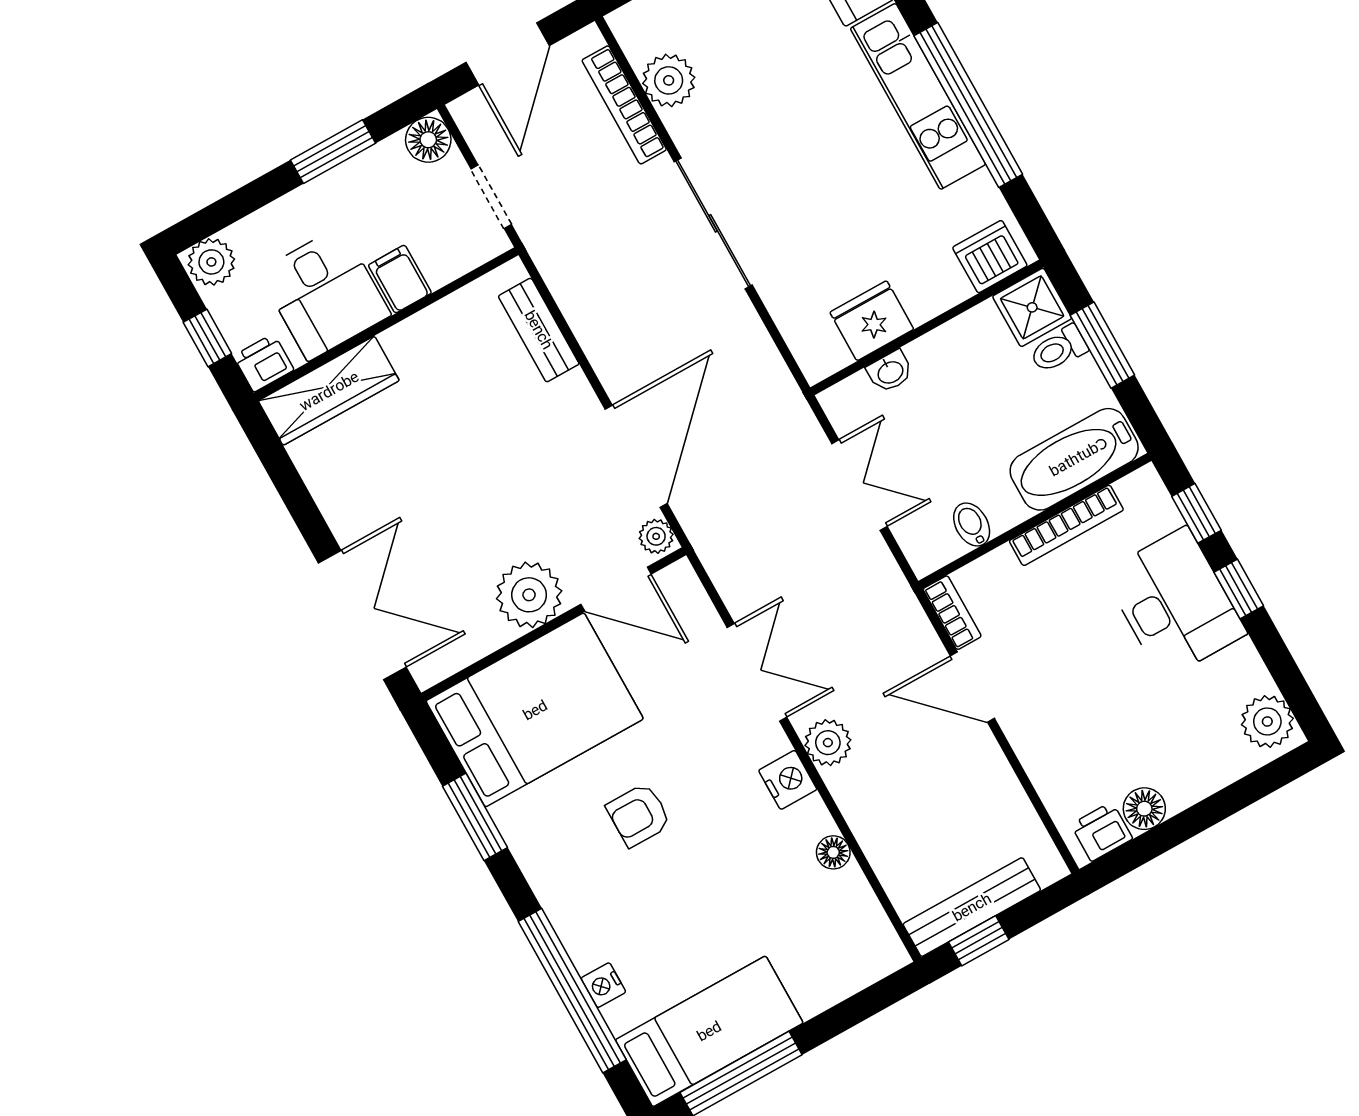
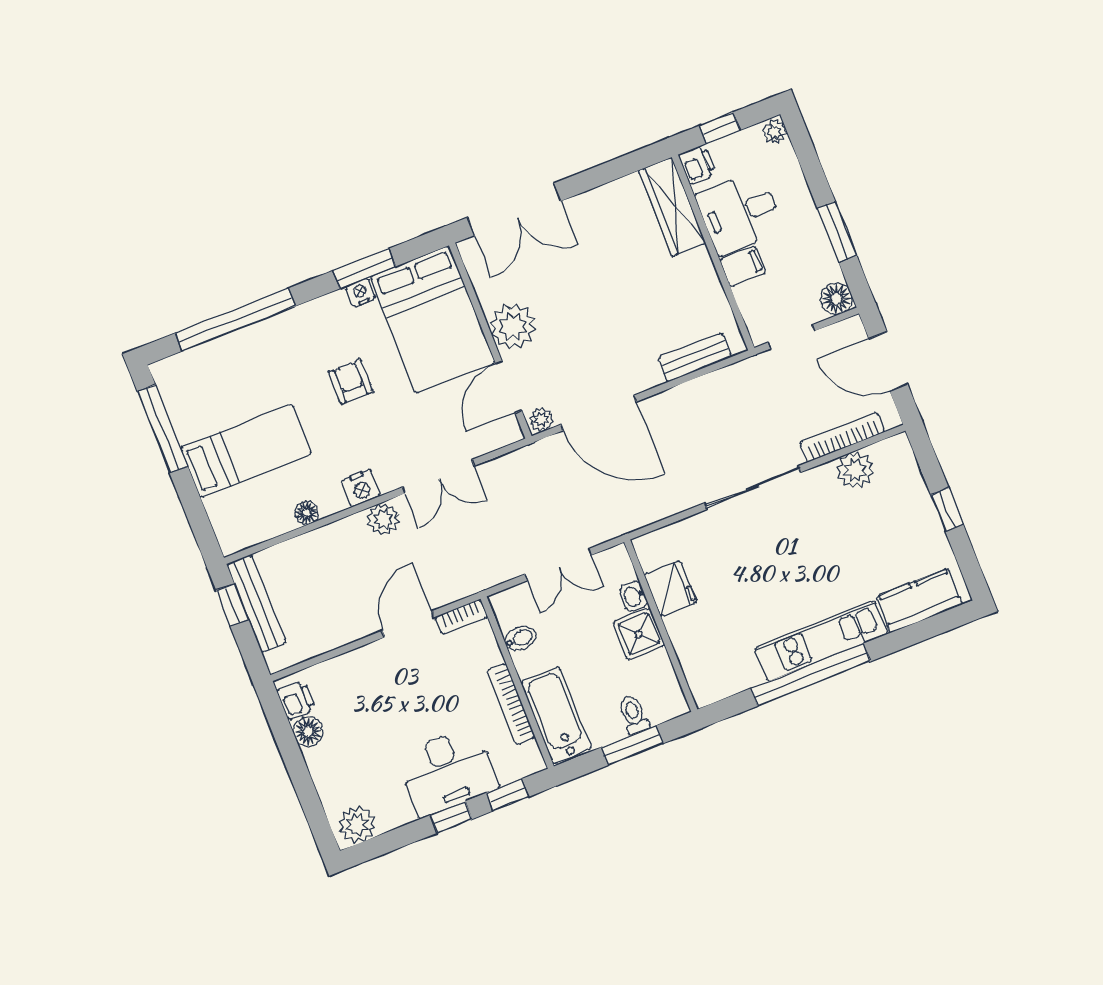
dishwasher: (990, 257) -> (704, 676), removed
plant: (211, 262) -> (774, 132), width x0.73, depth x0.73
shower: (1032, 307) -> (639, 634), moved
nightstand: (603, 985) -> (360, 293), moved
bed: (709, 1031) -> (246, 451), moved, turned -90

